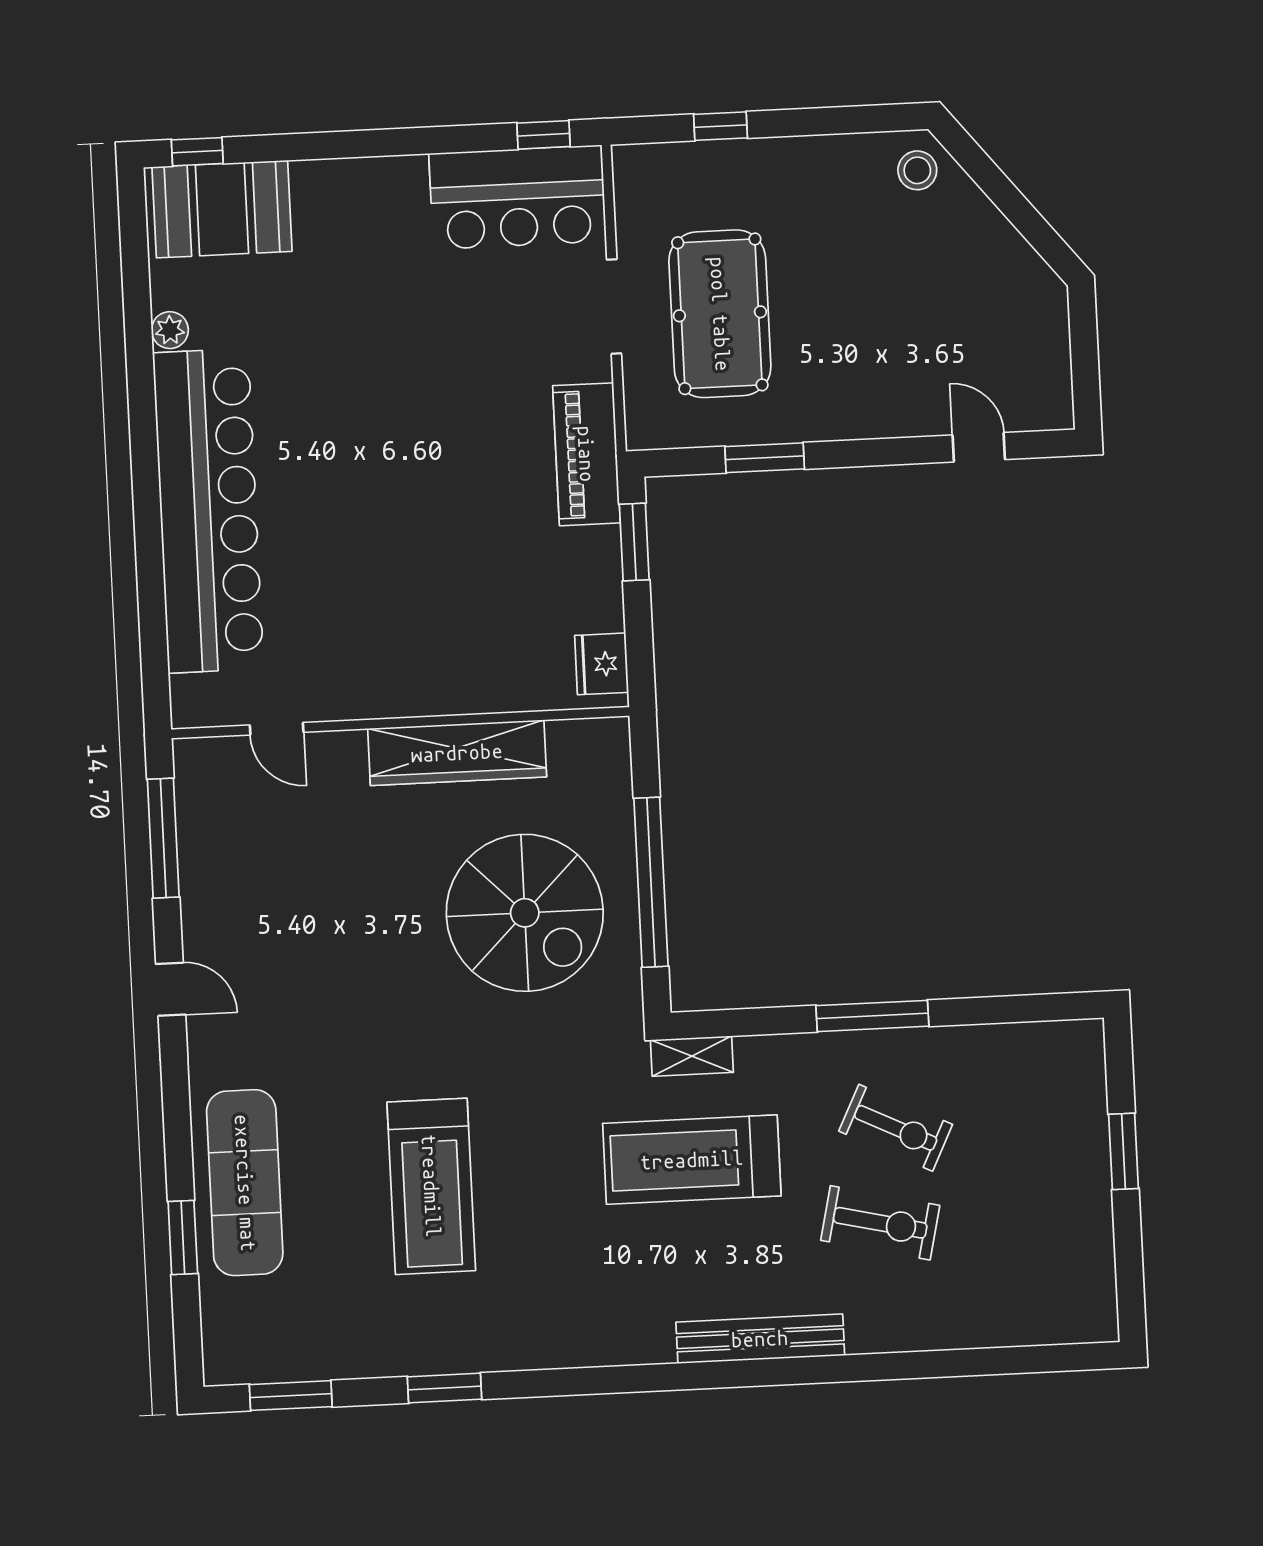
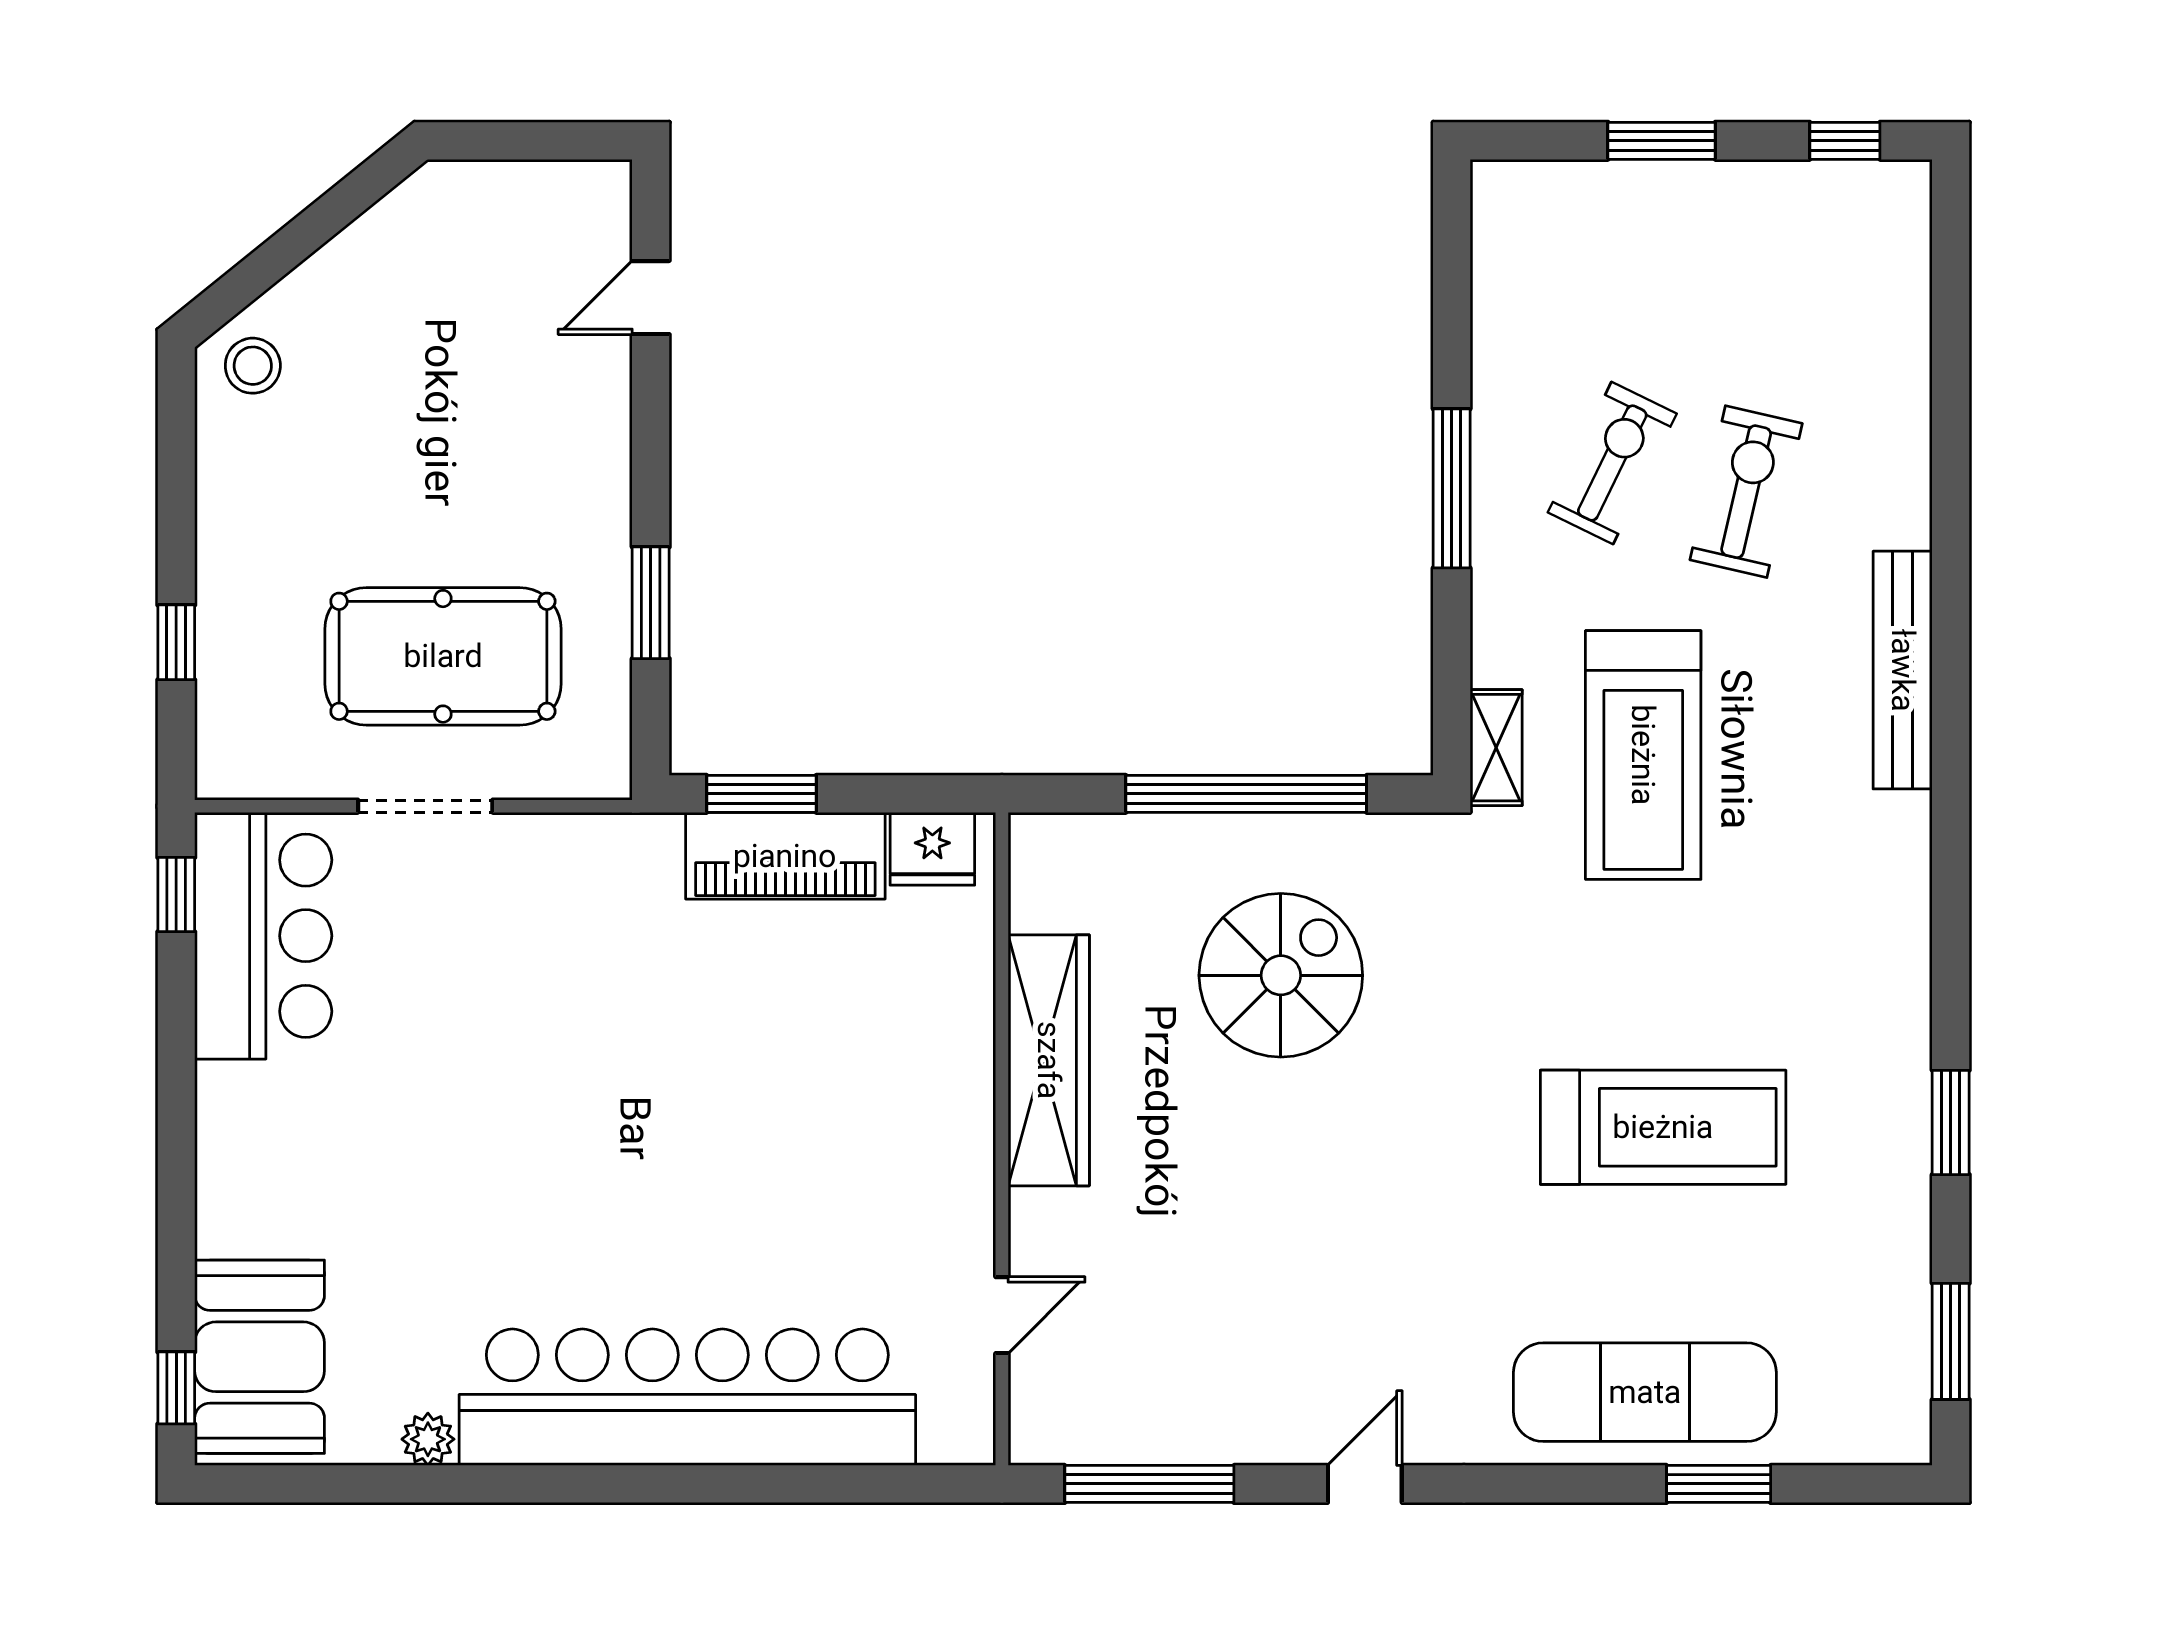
piano: (586, 454) -> (785, 856), moved
spiral stairs: (525, 913) -> (1281, 975), width x0.73, depth x0.73
window: (1130, 1280) -> (1845, 141), added

